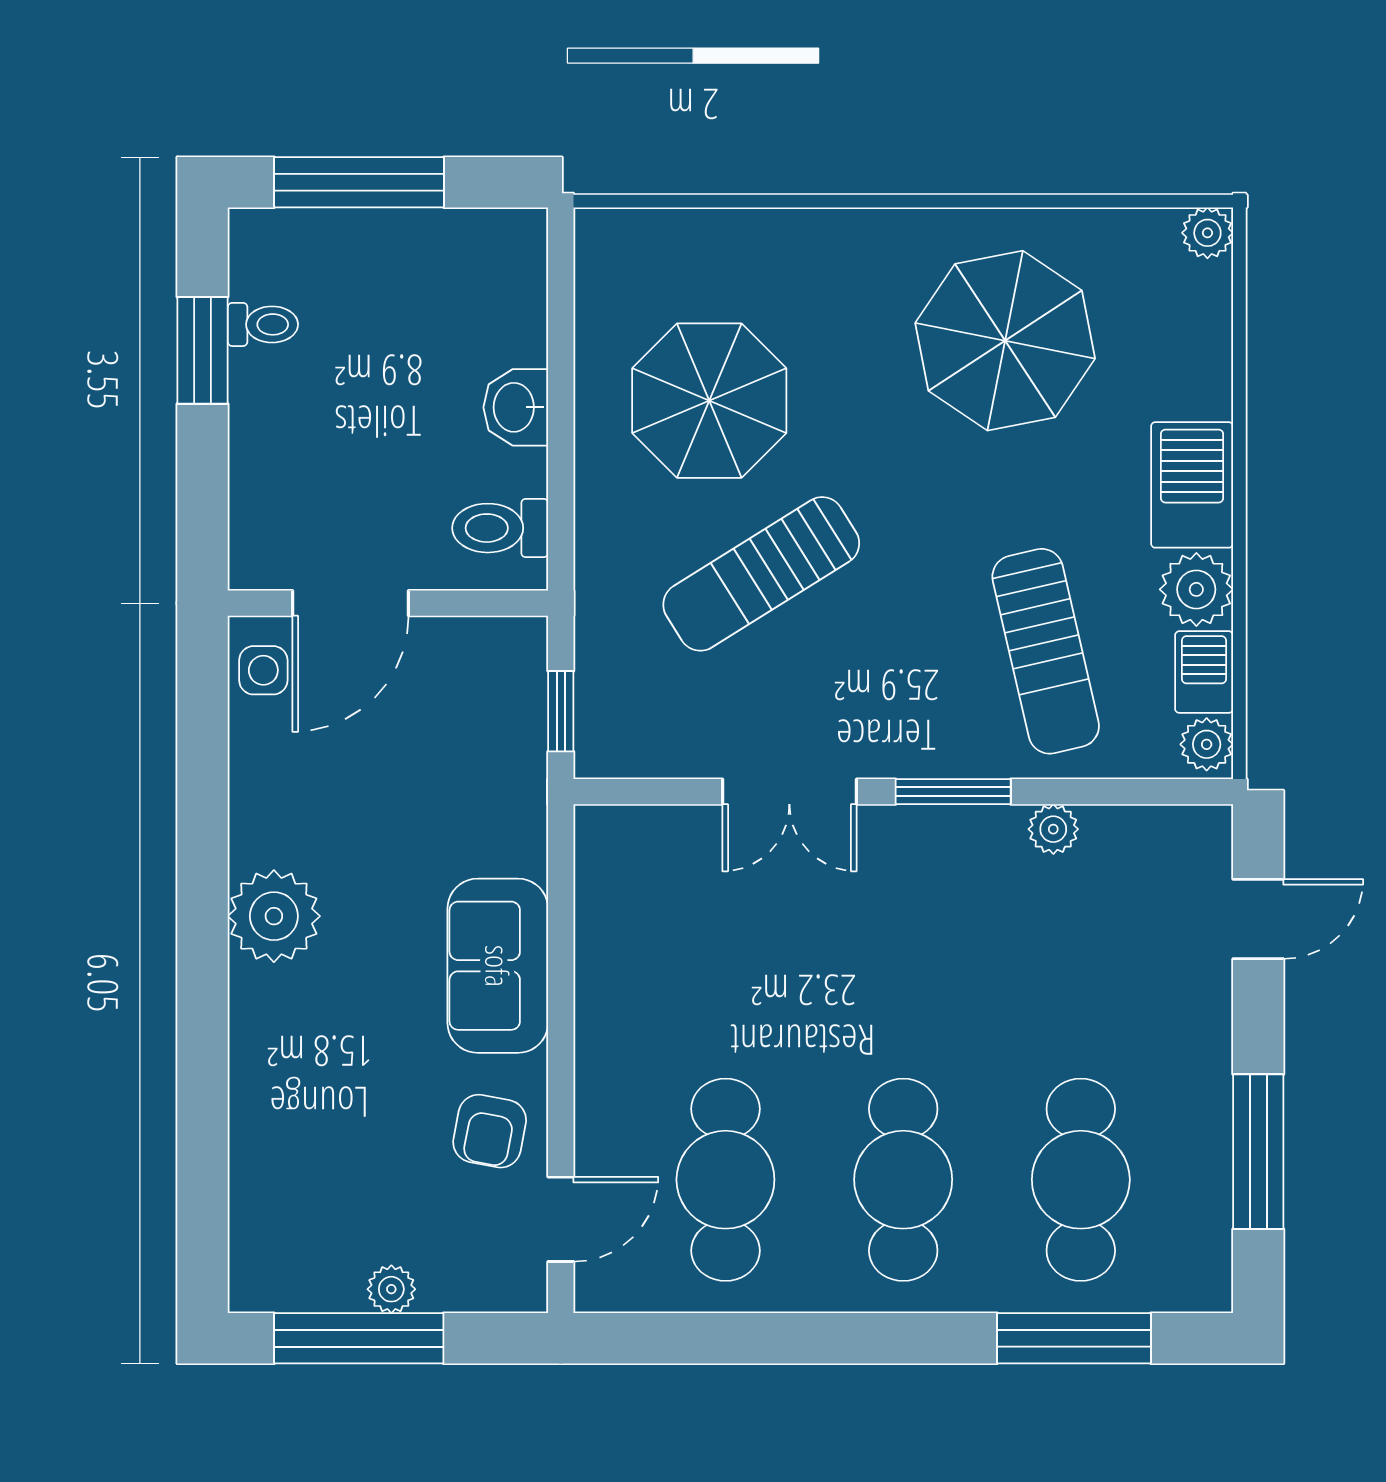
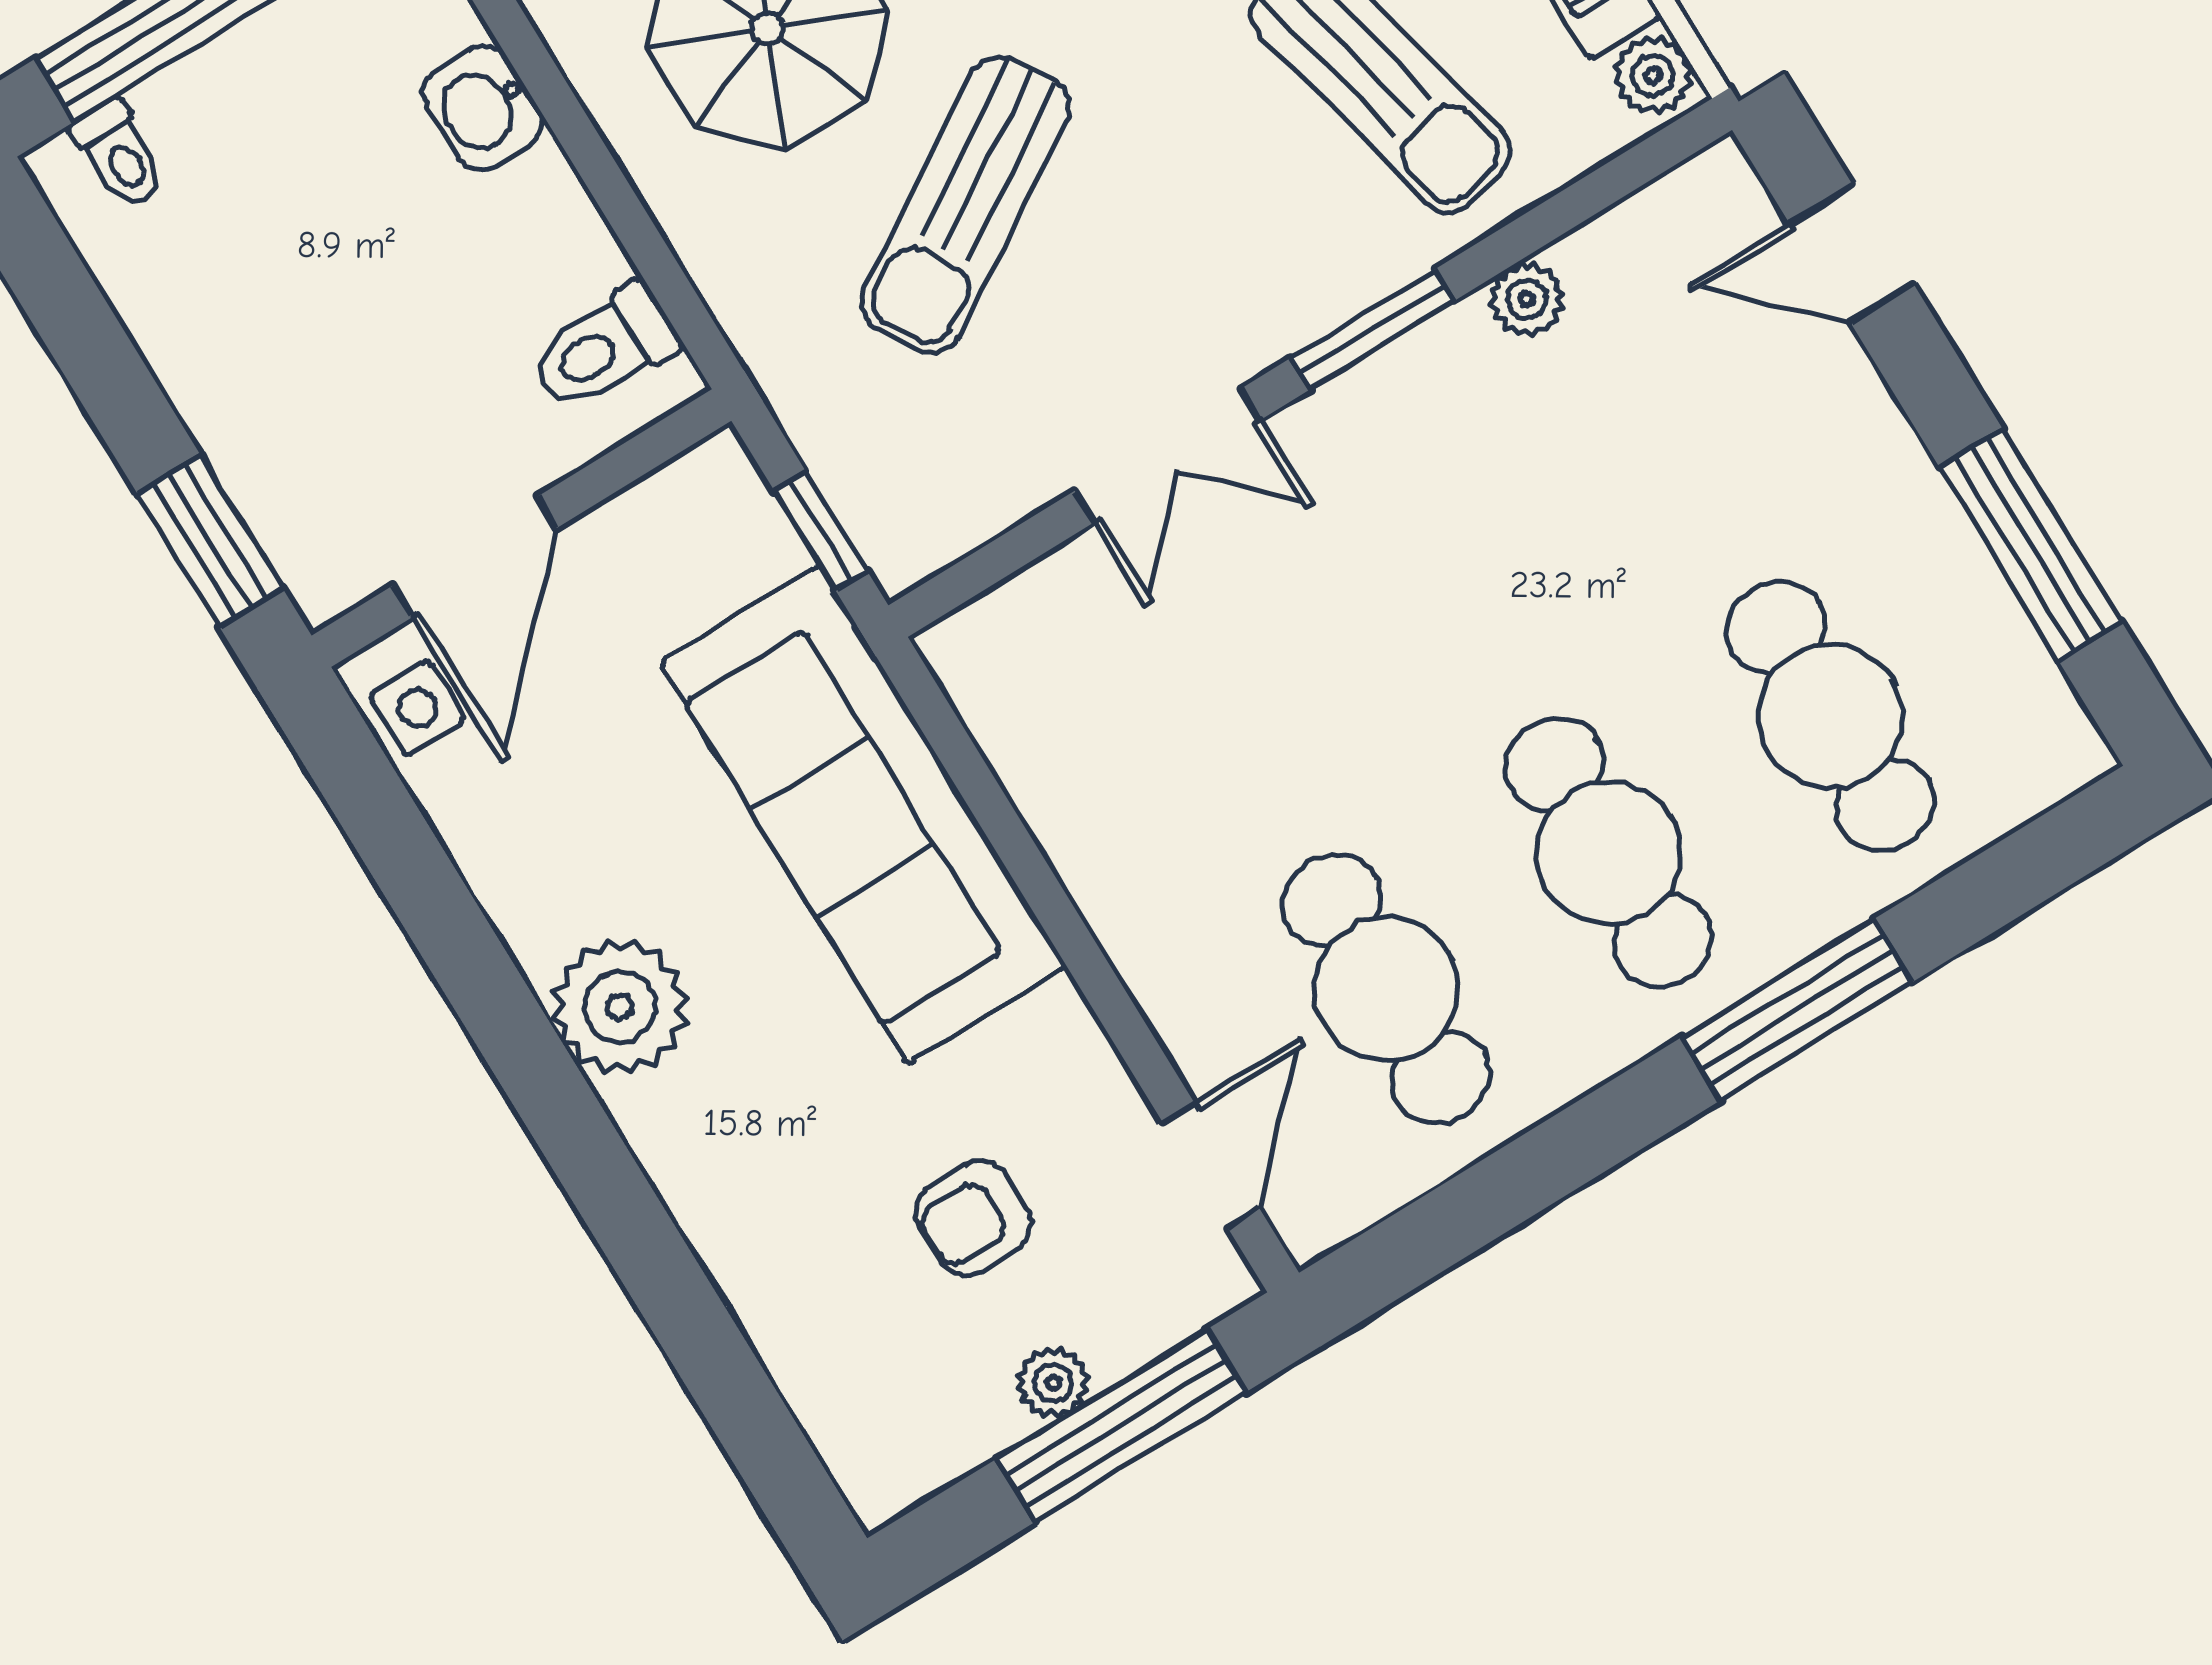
toilet: (263, 324) -> (119, 154), moved, turned 90
window: (203, 350) -> (210, 541), moved
washbasin: (516, 407) -> (483, 108), moved
door: (1258, 919) -> (1852, 254), swing flipped
sofa: (498, 966) -> (863, 815), width x1.85, depth x1.27
armchair: (490, 1131) -> (973, 1218), moved, turned 79
window: (359, 1338) -> (1121, 1426), moved
window: (1074, 1338) -> (1797, 1010), moved

